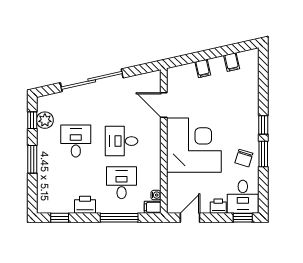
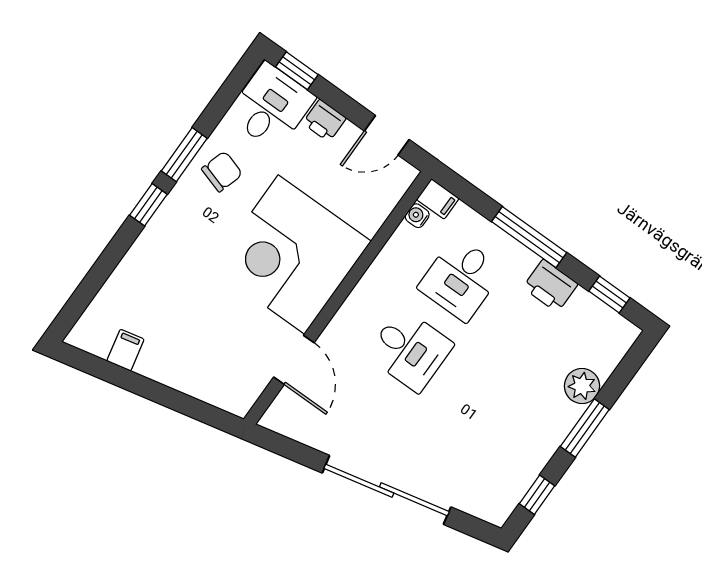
filing cabinet: (203, 68) -> (183, 375), removed
plant: (45, 120) -> (582, 386), moved
desk: (76, 141) -> (488, 406), removed
window: (119, 218) -> (529, 237), moved

